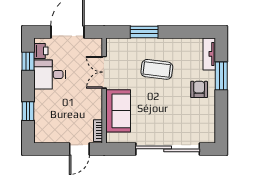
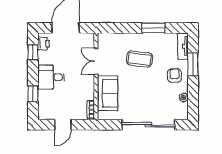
window: (144, 32) -> (153, 28), moved
desk: (50, 74) -> (51, 77), moved
plant: (210, 116) -> (184, 98), added
door: (79, 149) -> (63, 125), moved

